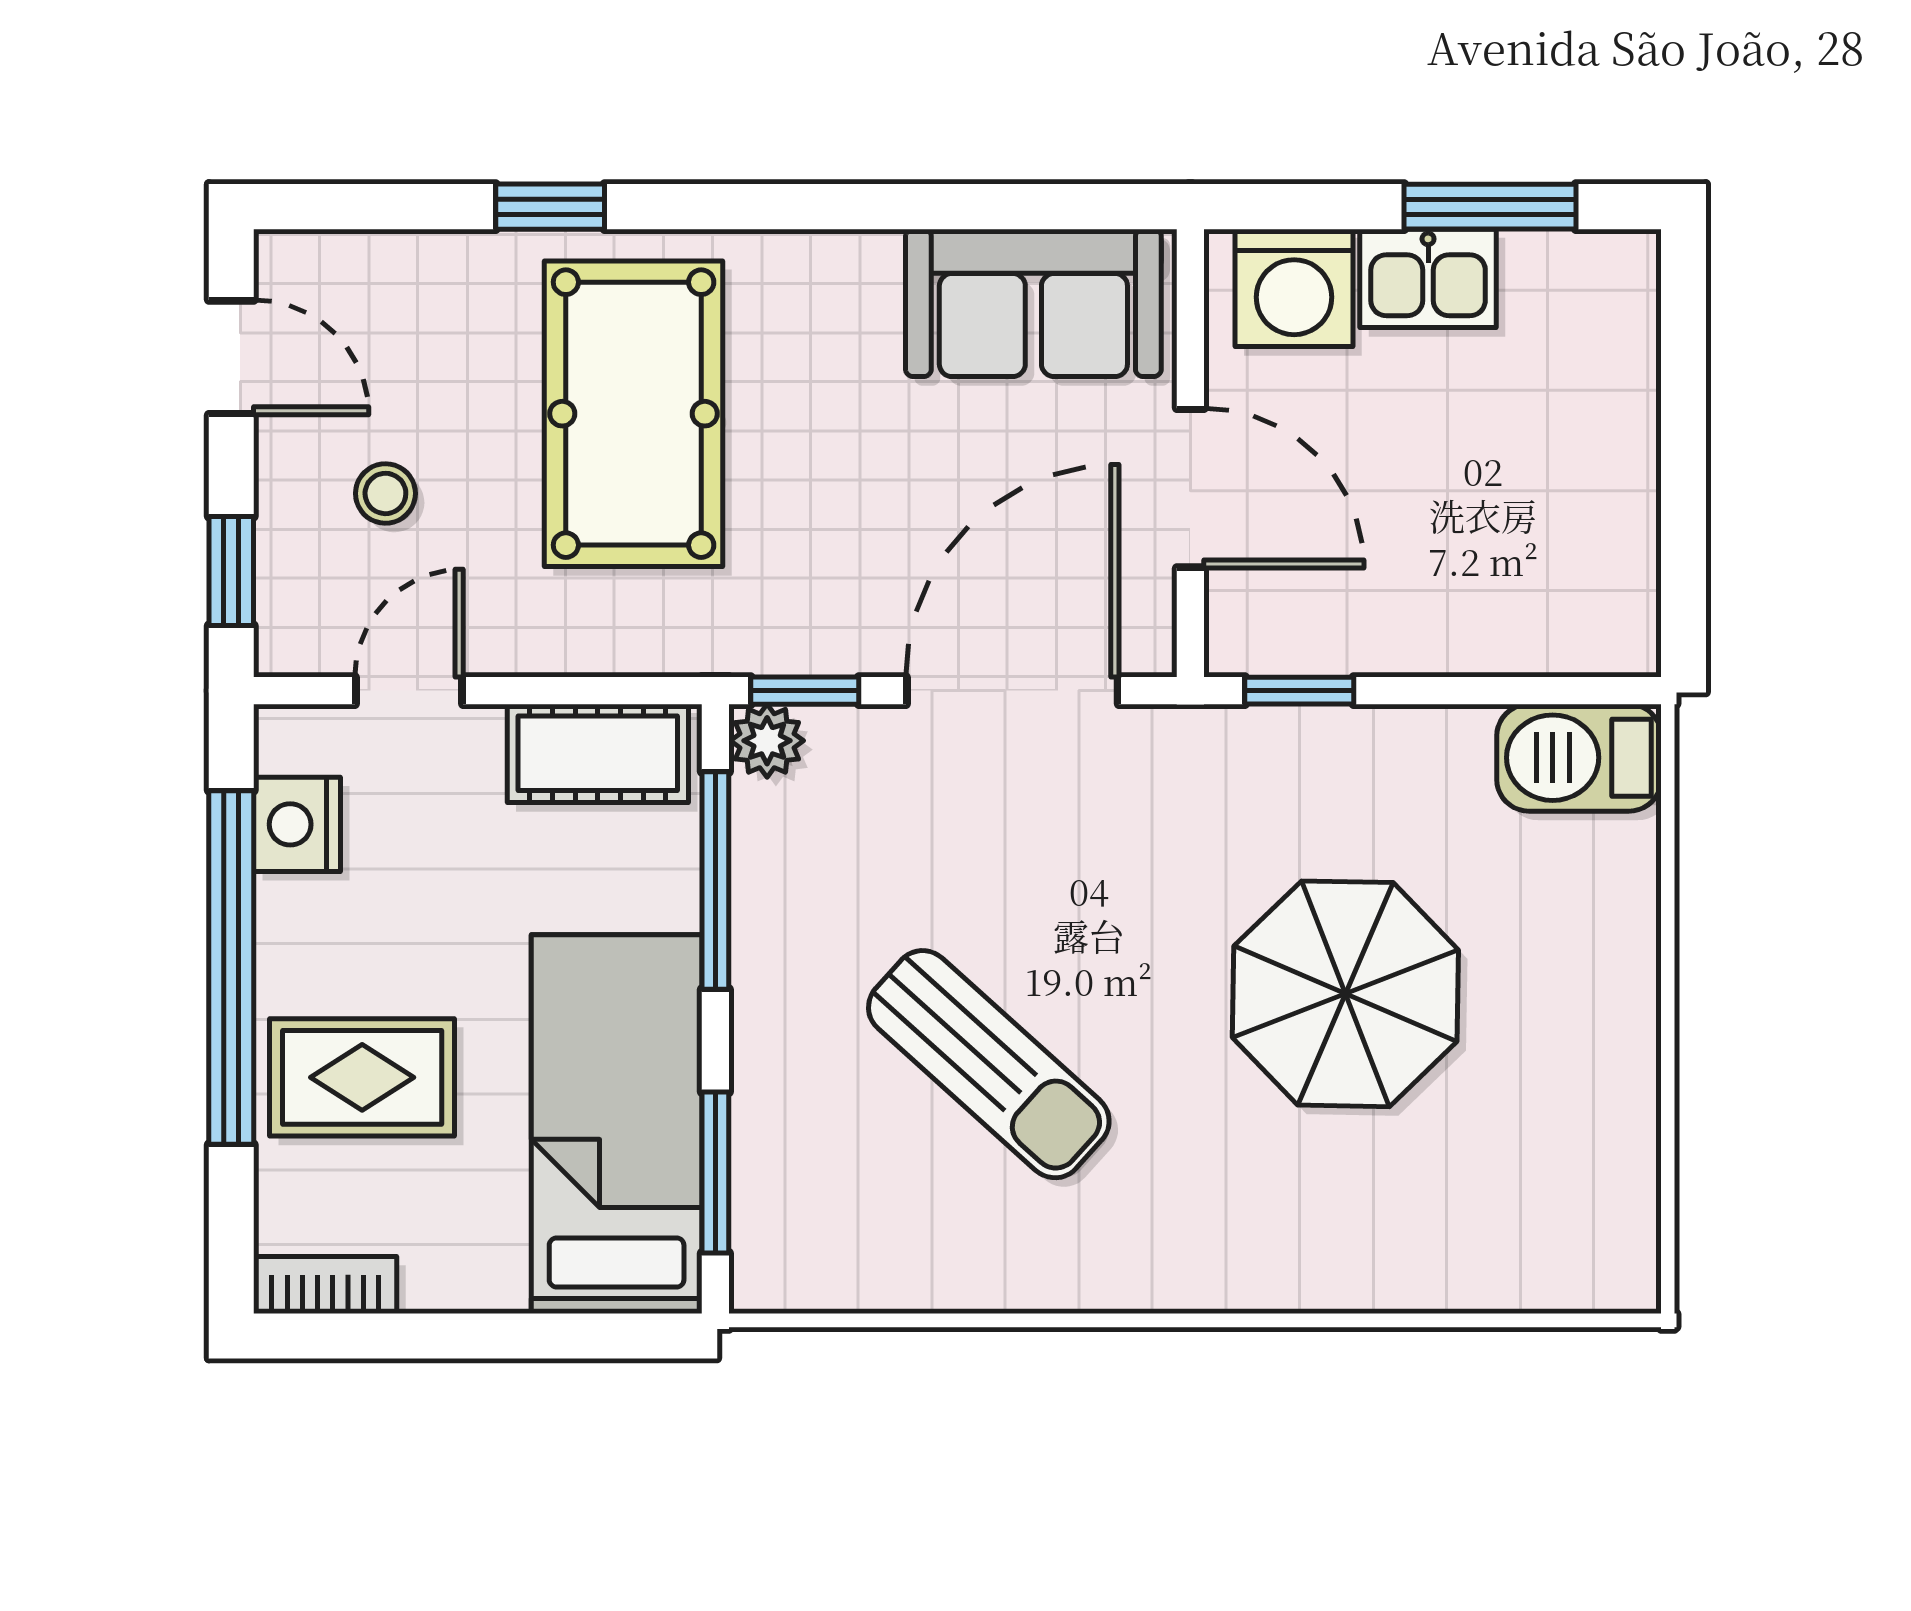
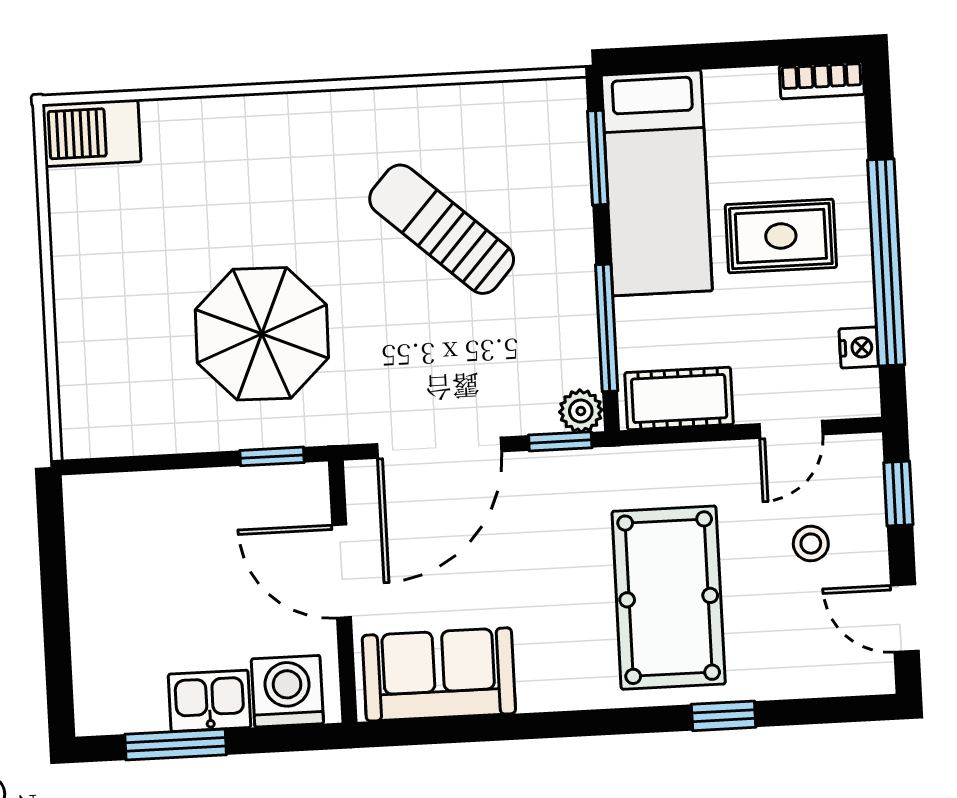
barbecue: (1579, 758) -> (92, 133), moved, turned 180
nightstand: (297, 824) -> (859, 348), width x0.72, depth x0.74
parasol: (1345, 994) -> (262, 334), moved
rug: (362, 1077) -> (781, 236), moved

